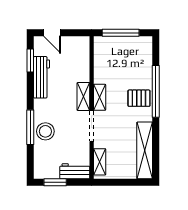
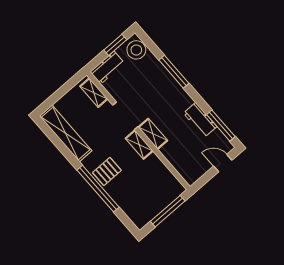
window: (30, 61) -> (221, 125), width x1.44
workbench: (41, 77) -> (200, 120), width x0.73
stool: (45, 131) -> (136, 50), moved

